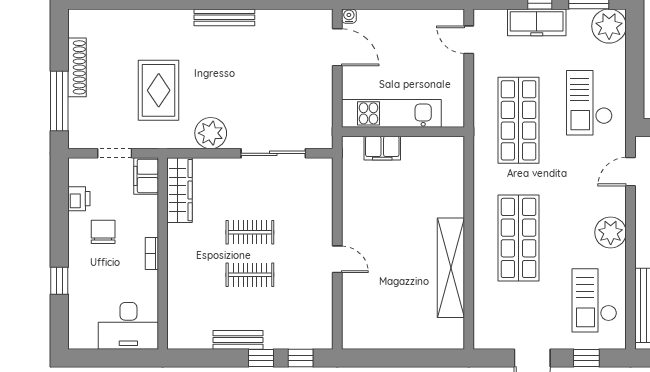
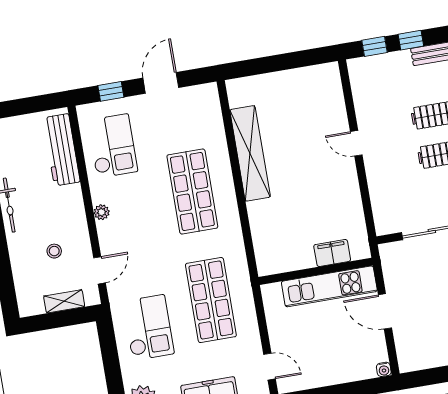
door: (337, 47) -> (385, 311), moved
plant: (611, 232) -> (102, 212), width x0.53, depth x0.53

